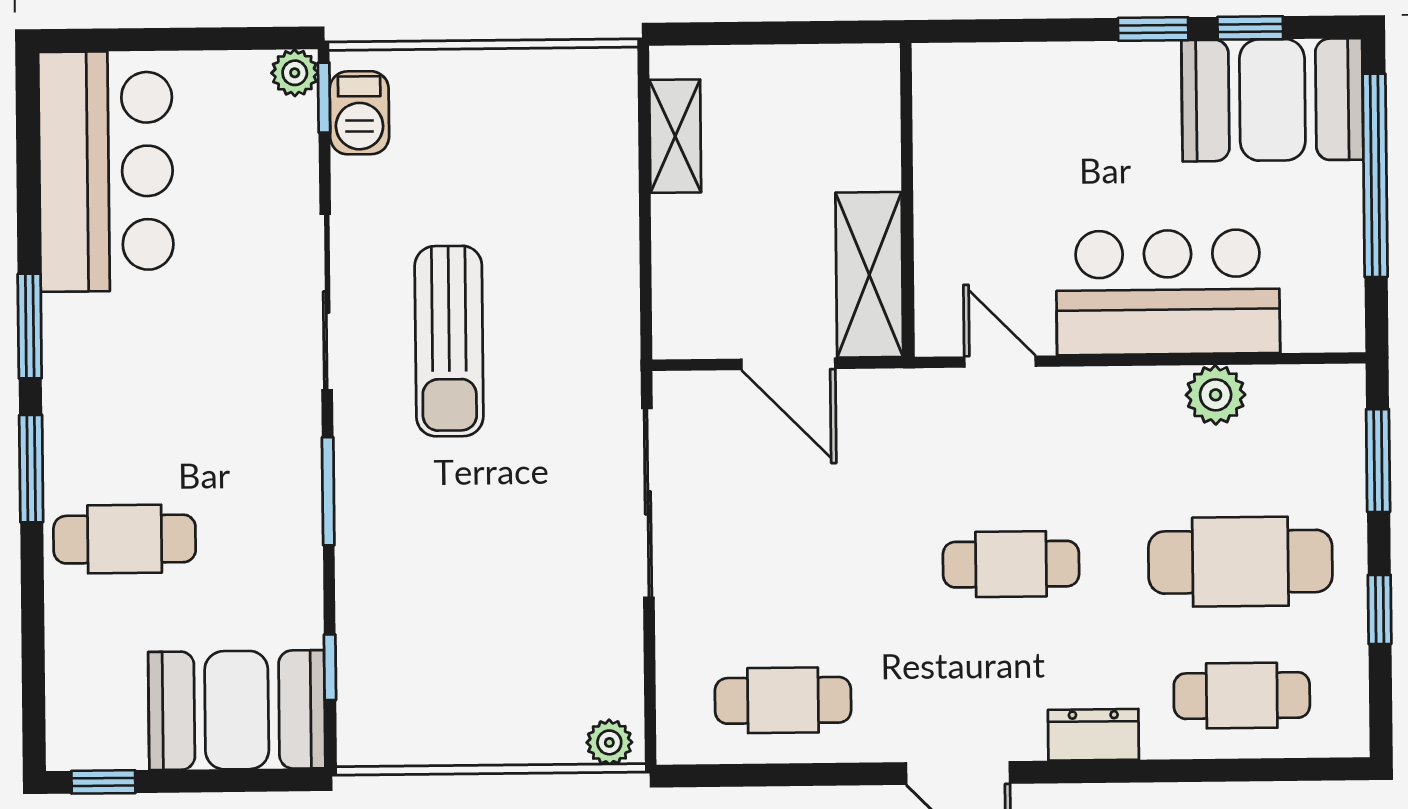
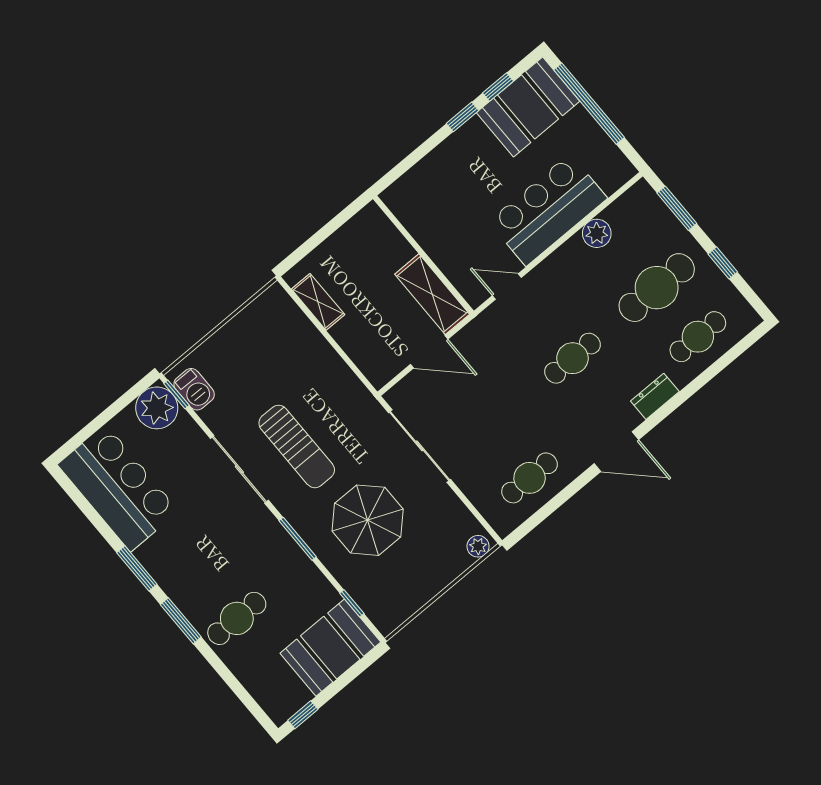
plant: (295, 73) -> (157, 408), width x1.87, depth x1.87
parasol: (466, 554) -> (368, 520), added

